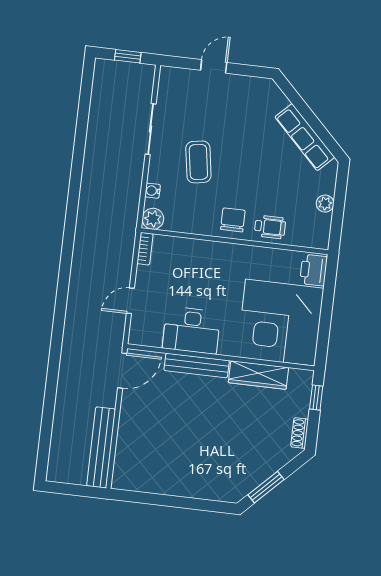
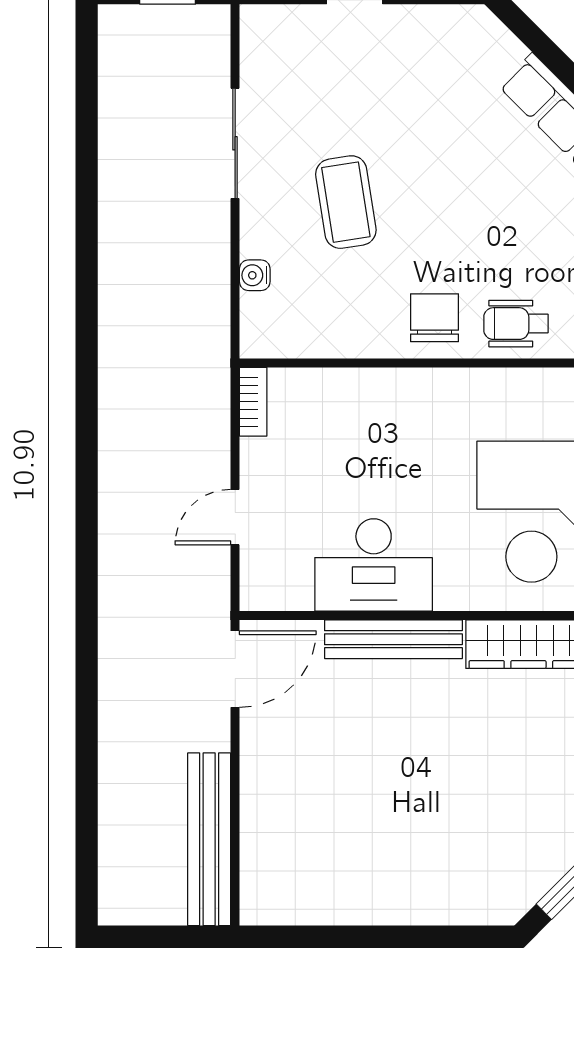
plant: (153, 219) -> (263, 336), removed
wheelchair: (270, 227) -> (516, 324), turned 180

